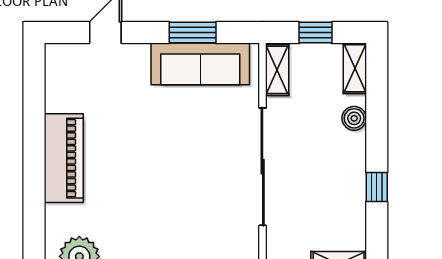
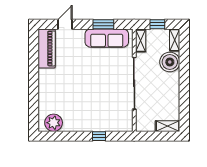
boiler: (354, 118) -> (170, 62), width x1.86, depth x1.86
piano: (64, 158) -> (47, 48), moved
window: (377, 187) -> (184, 92), removed

